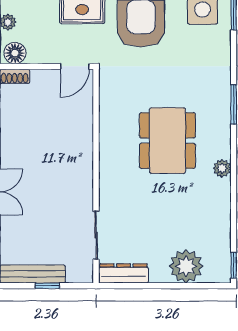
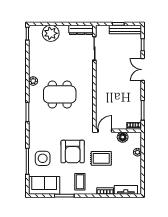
floor lamp: (15, 53) -> (123, 137), moved
dining table: (167, 141) -> (60, 94), turned 90

